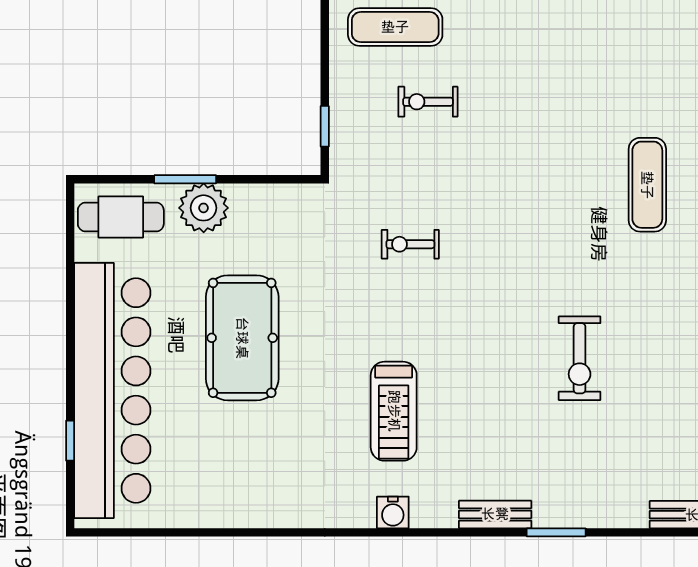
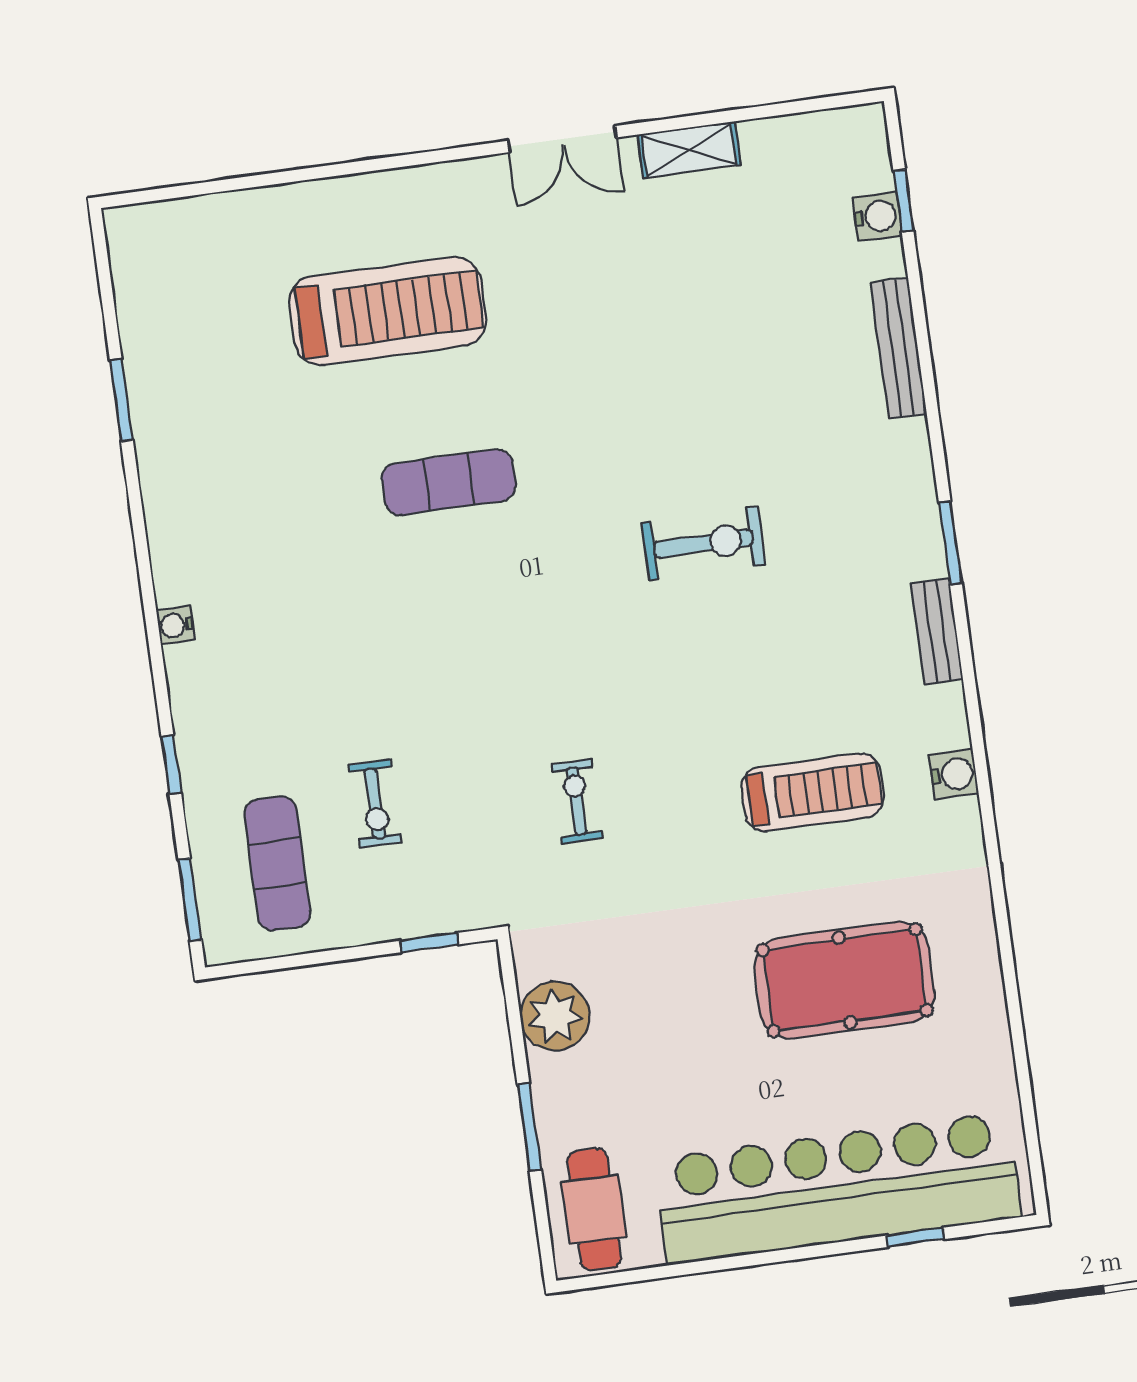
plant: (204, 208) -> (555, 1016), moved
exercise bike: (410, 244) -> (577, 801), turned 180
pool table: (242, 338) -> (845, 980), moved

